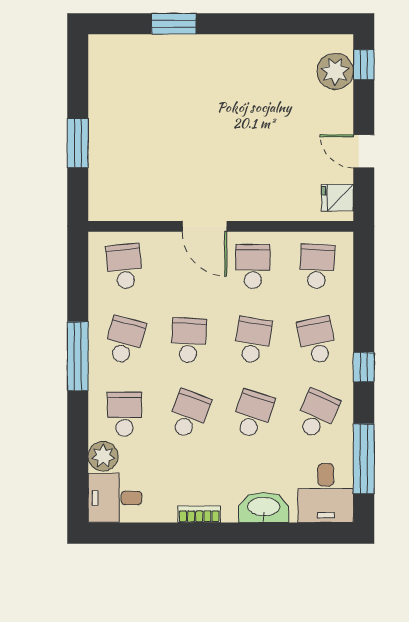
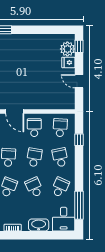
fridge: (337, 198) -> (68, 62), moved
window: (364, 367) -> (79, 140), moved
school desk: (253, 414) -> (34, 187), turned -42

